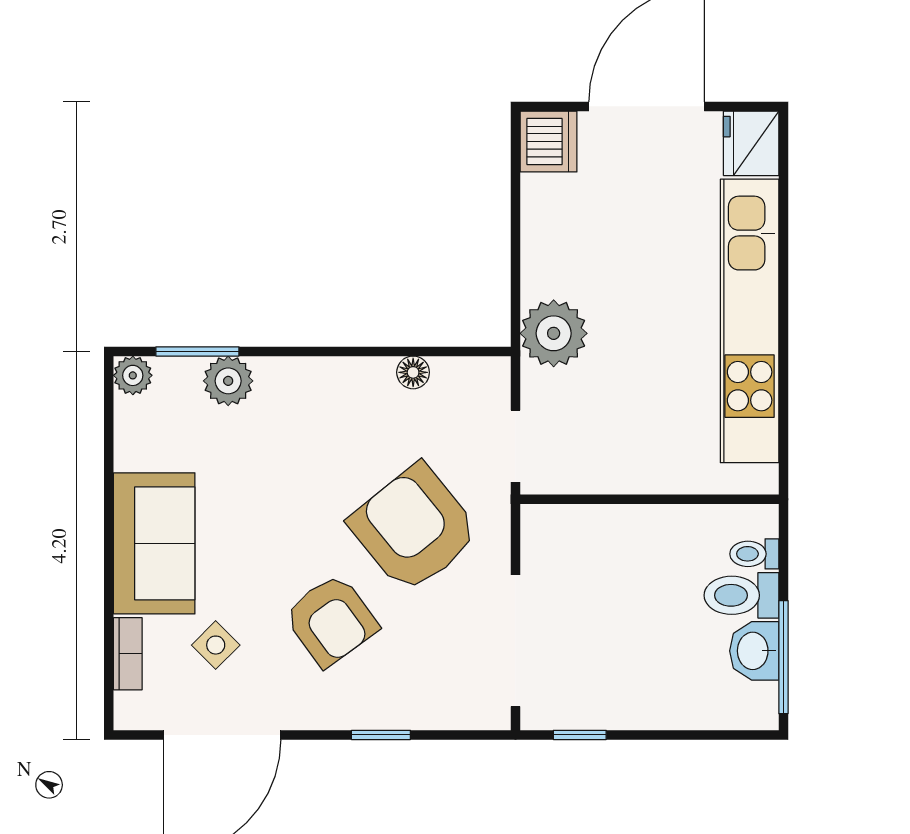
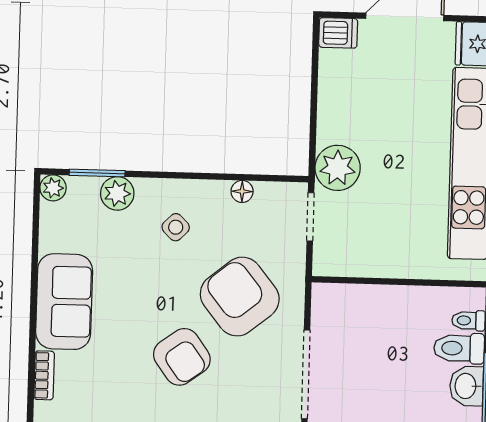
dishwasher: (548, 141) -> (338, 33), width x0.73
doorway: (515, 446) -> (310, 217), moved
side table: (216, 645) -> (176, 227), moved

